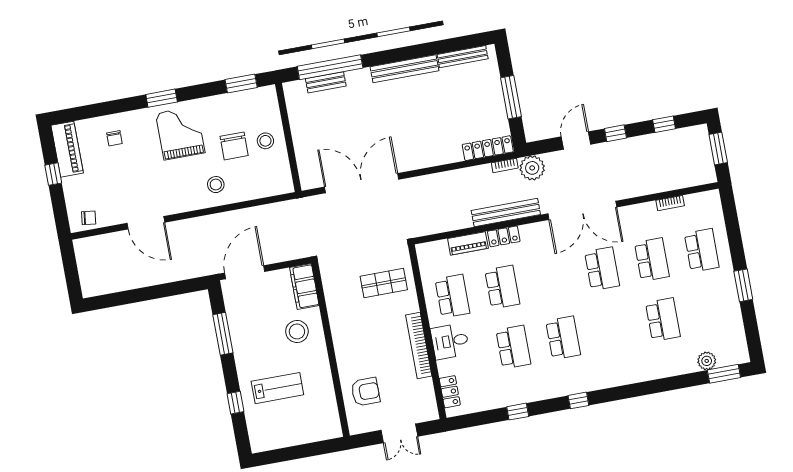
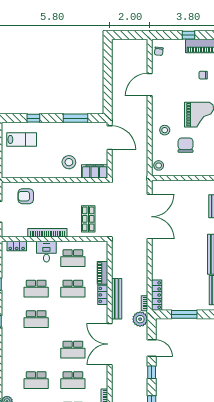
stool: (265, 141) -> (159, 165), moved
chair: (234, 146) -> (186, 145), turned 90
lab bench: (277, 388) -> (22, 139), moved, turned -90
armchair: (366, 392) -> (26, 196), turned 90

